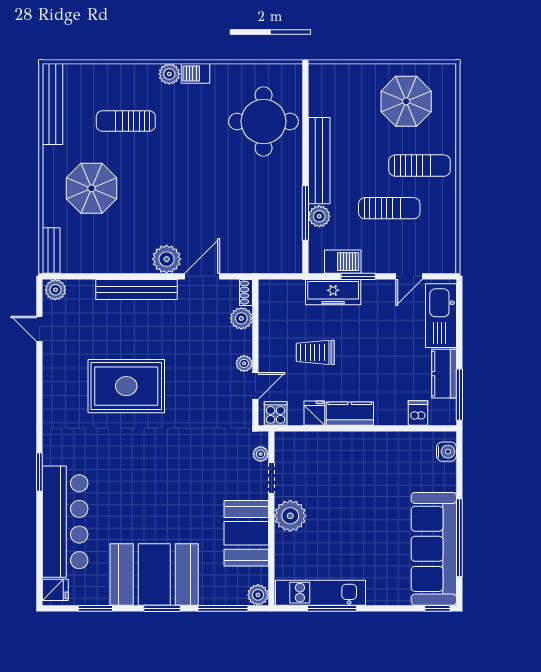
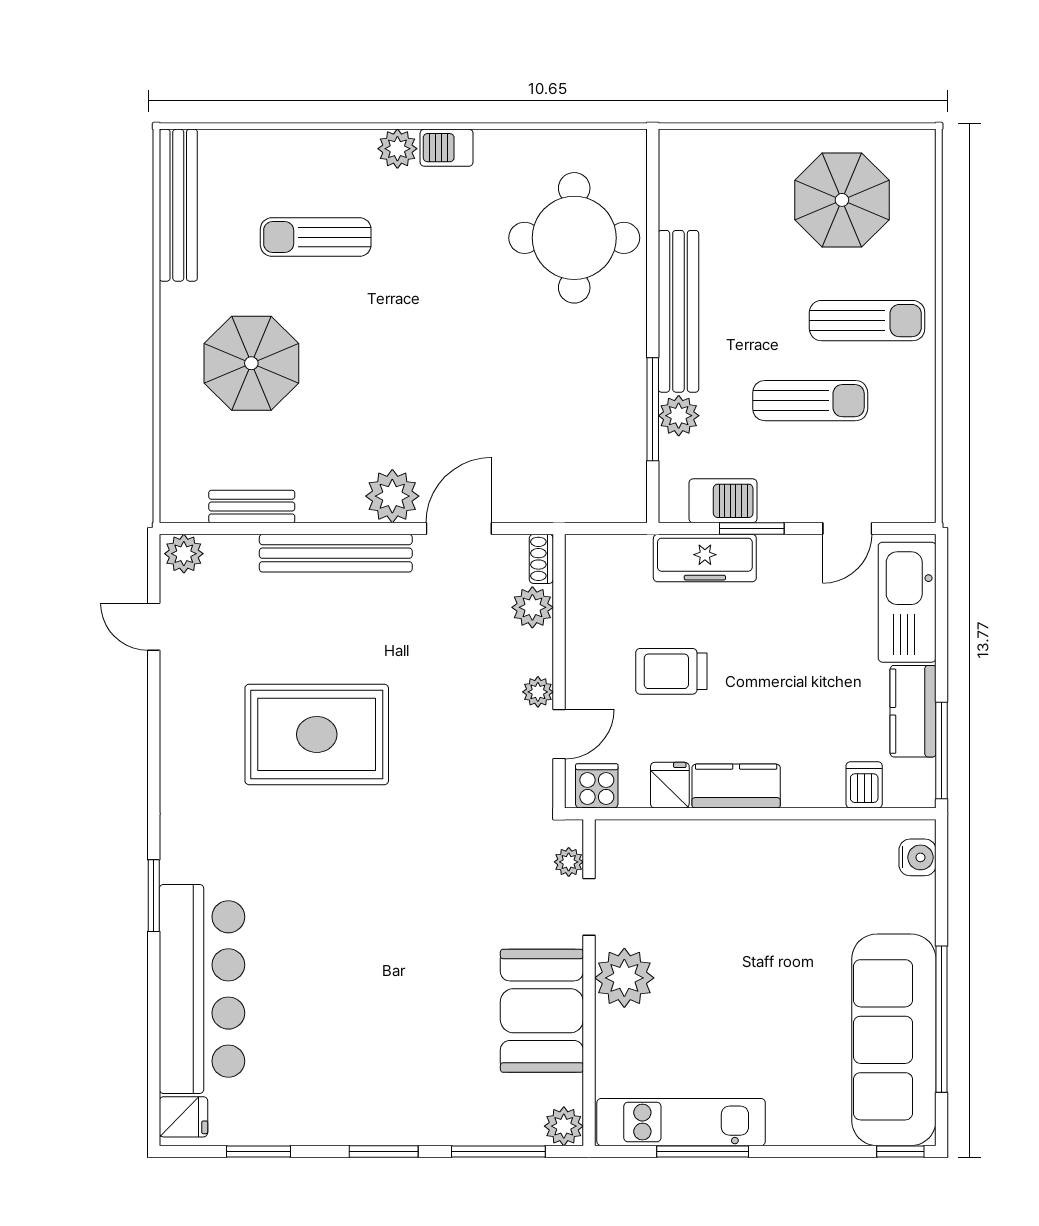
bench: (51, 251) -> (252, 507), moved, turned 90
booth: (154, 574) -> (369, 1088), removed

